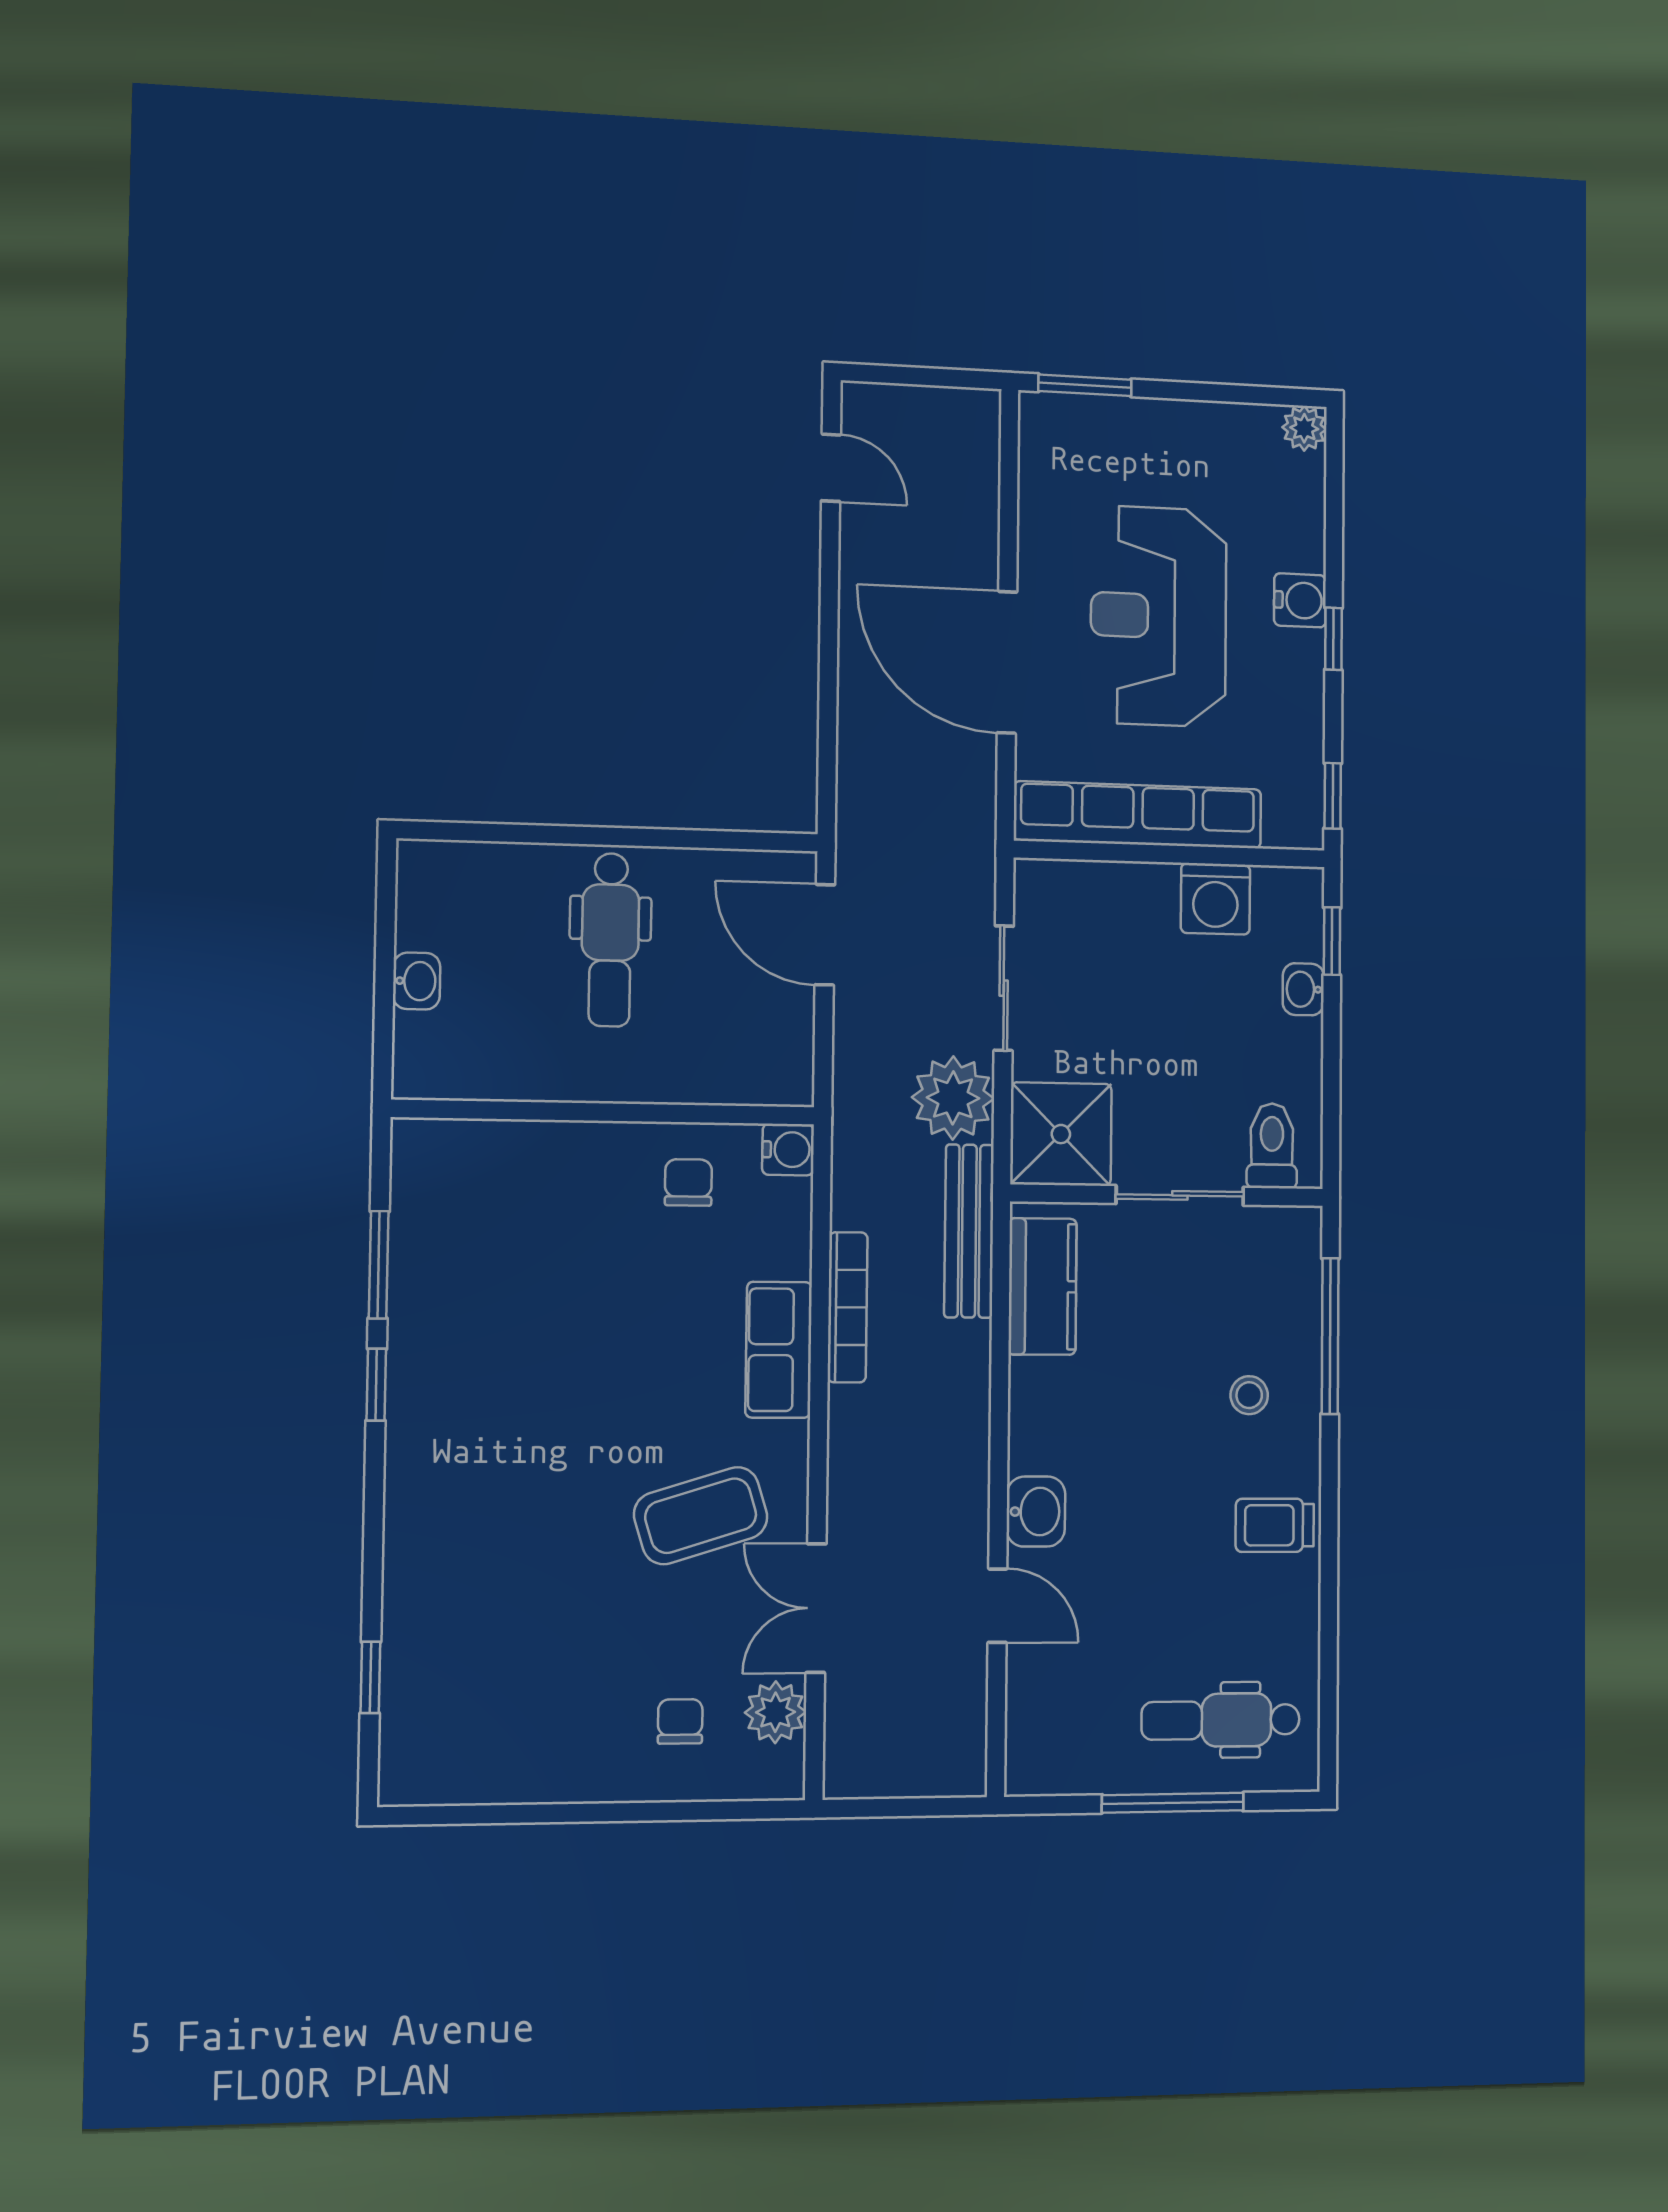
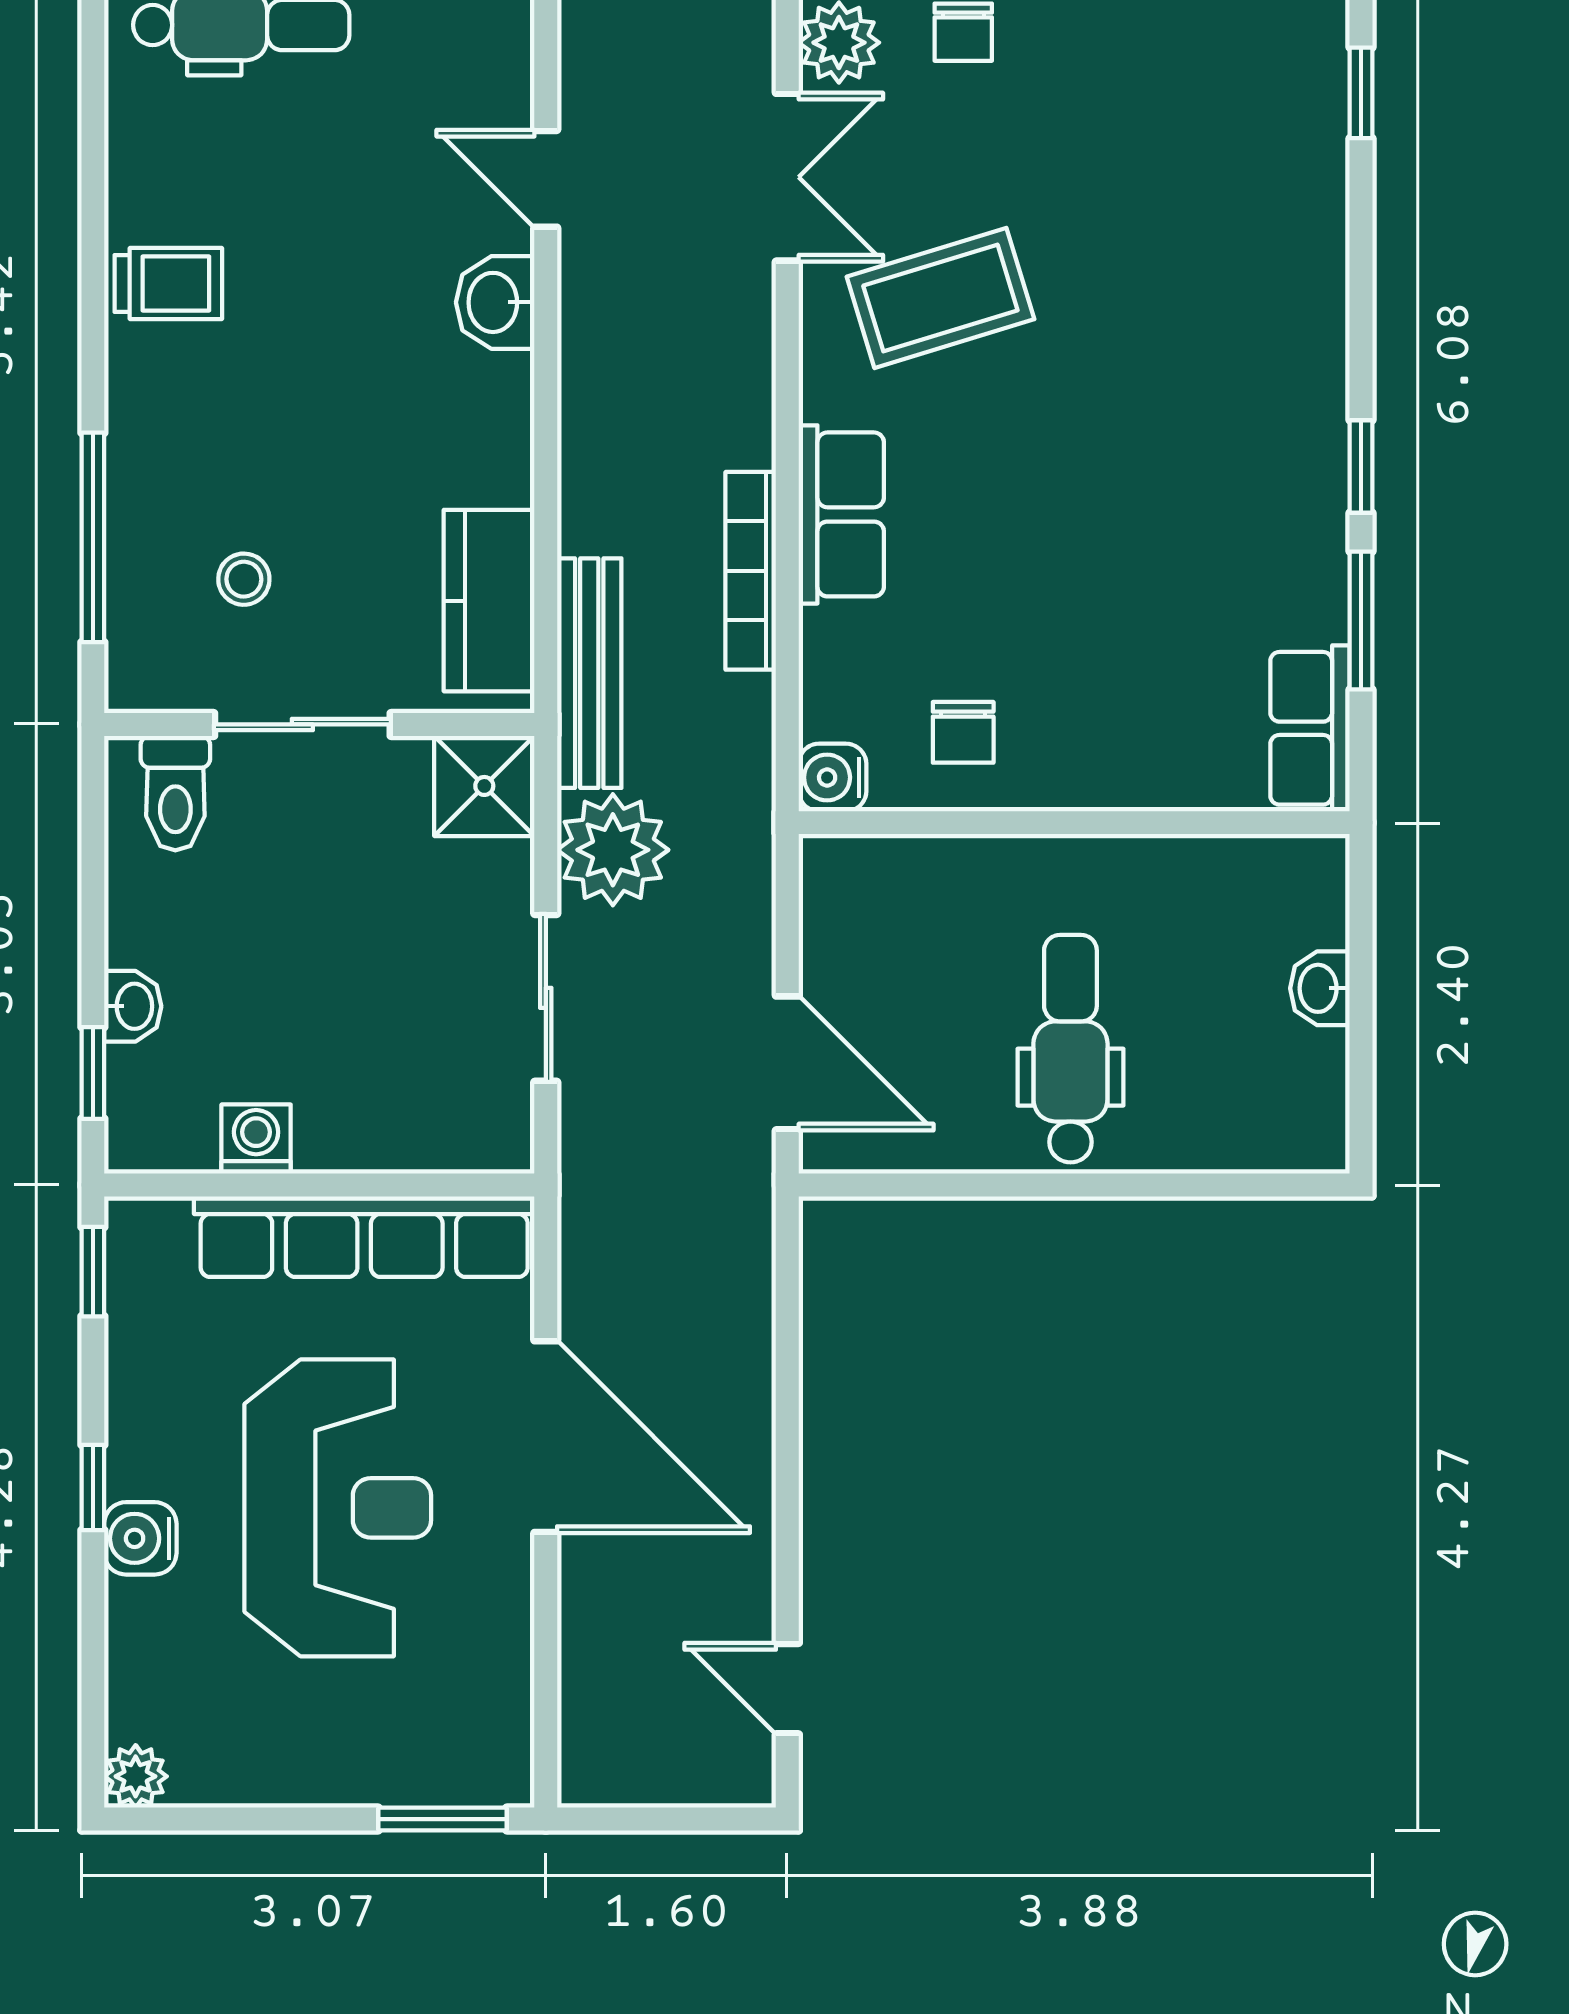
washing machine: (1215, 899) -> (256, 1139), width x0.73, depth x0.73
shower: (1061, 1134) -> (484, 786), width x0.73, depth x0.73
row of seats: (420, 1182) -> (1310, 728), added
stool: (1249, 1395) -> (244, 579), moved

